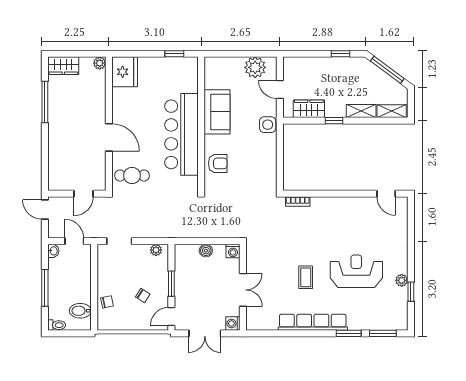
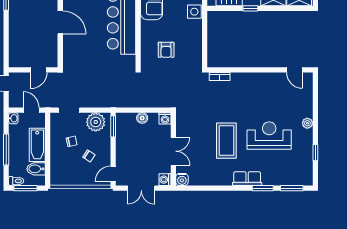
armchair: (218, 163) -> (166, 50), moved, turned 90
cafe table: (132, 176) -> (80, 55), removed
plant: (156, 250) -> (96, 122), width x1.88, depth x1.88
coffee table: (306, 277) -> (226, 141), width x1.86, depth x1.72
plant: (402, 280) -> (307, 123), moved
bathtub: (82, 282) -> (37, 145), added
window: (171, 284) -> (113, 126), moved
chair: (107, 302) -> (72, 141), moved
row of seats: (313, 322) -> (247, 179), width x0.50
water cooler: (253, 323) -> (182, 179), added
window: (68, 333) -> (25, 188), added

